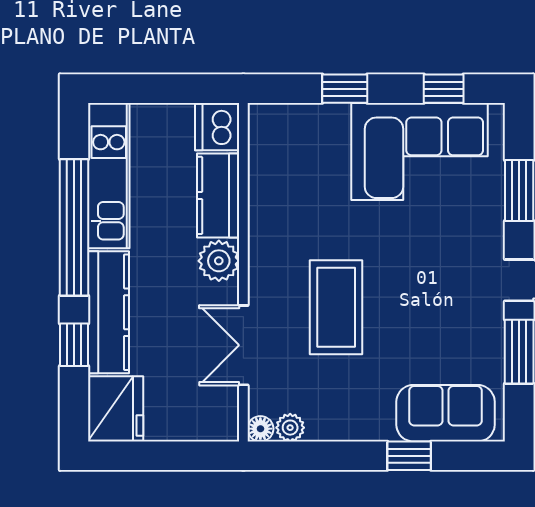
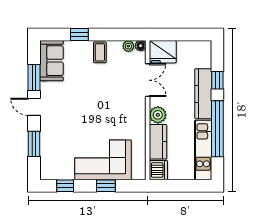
corner sofa: (419, 151) -> (103, 160), moved
coffee table: (336, 307) -> (100, 52), moved, width x0.54, depth x0.58
fridge: (116, 409) -> (163, 52), moved, turned -90
sofa: (446, 413) -> (52, 61), moved, turned -90

